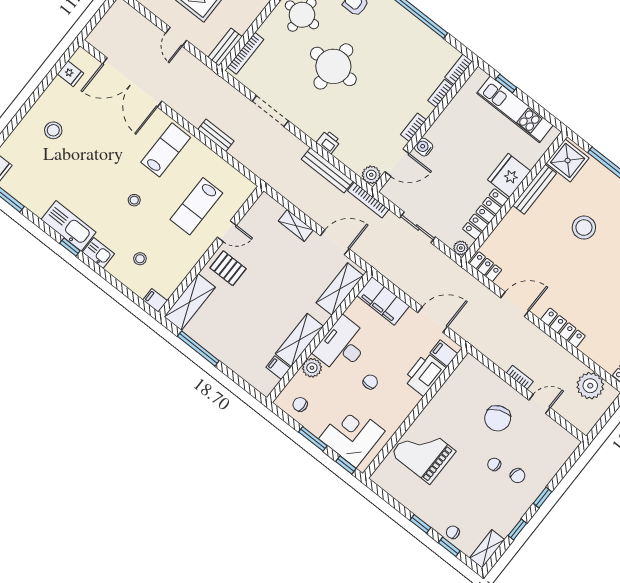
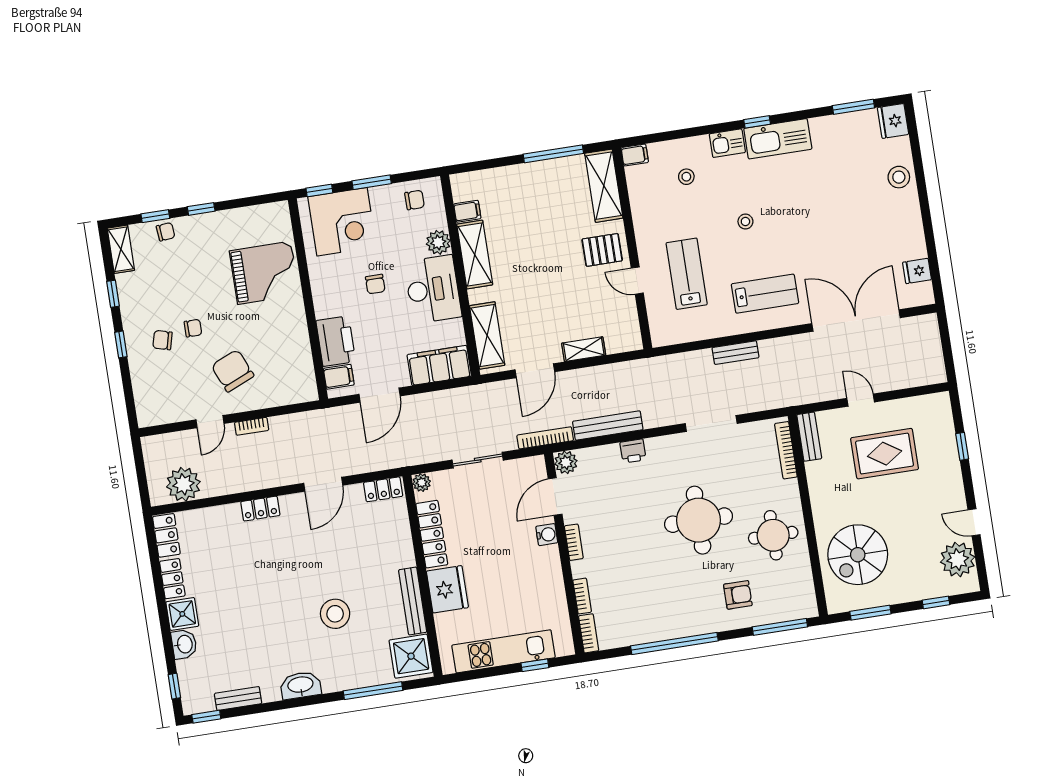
stool: (53, 130) -> (899, 177), moved
lab bench: (166, 150) -> (765, 294), turned -90
door: (227, 231) -> (637, 281), hinge flipped
locker: (563, 328) -> (260, 509), width x0.66

